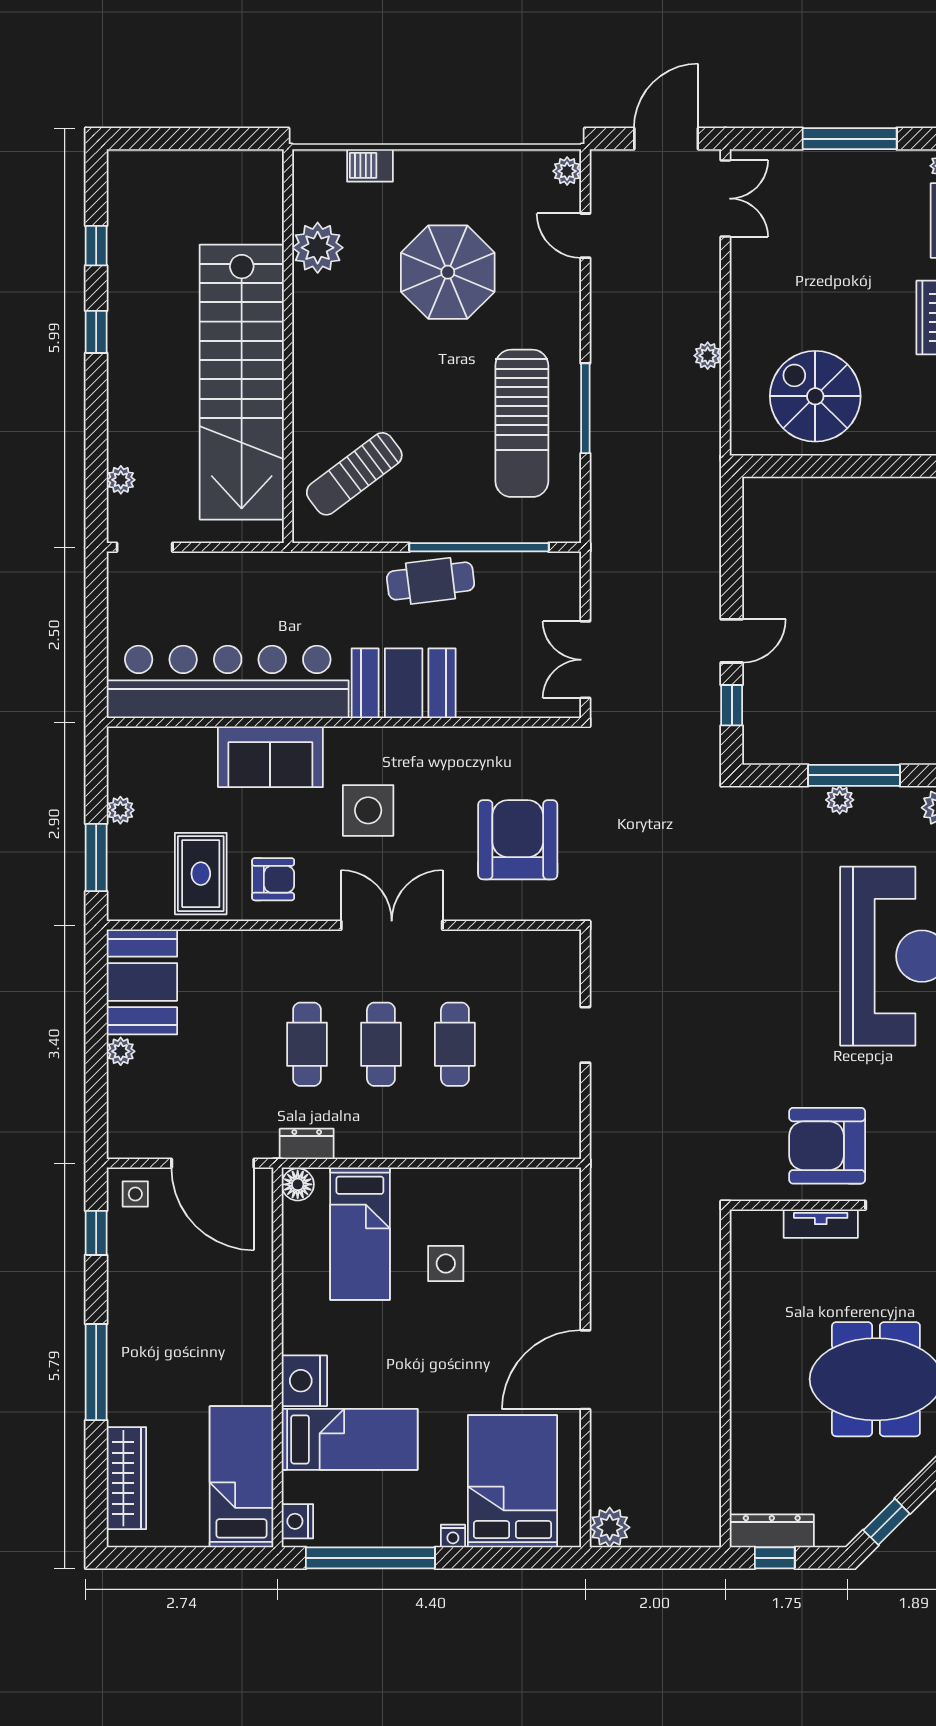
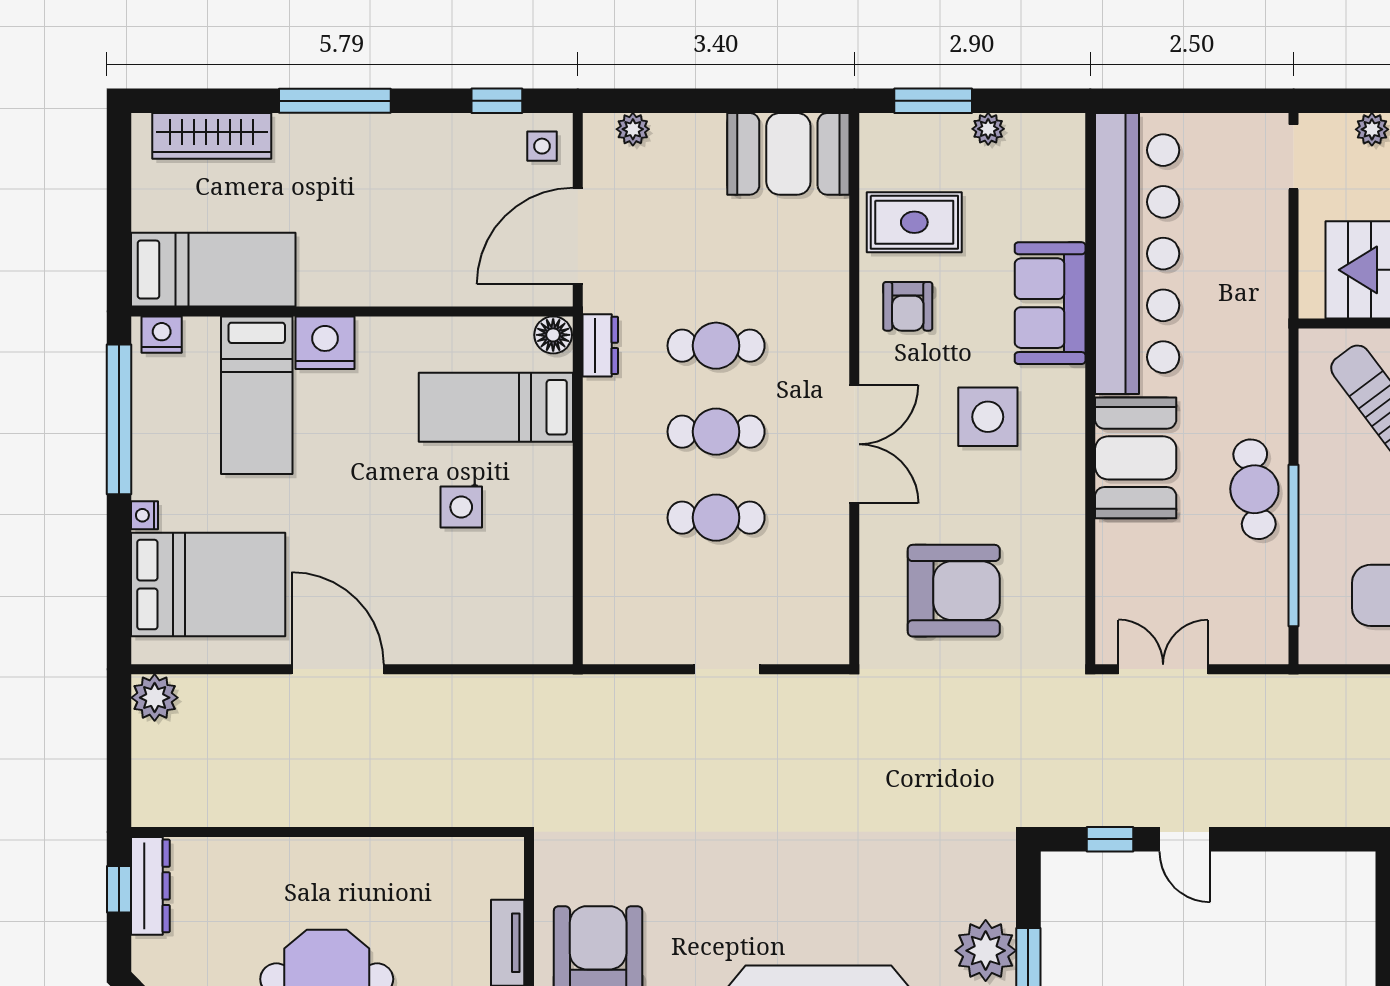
plant: (840, 800) -> (986, 951), width x1.87, depth x1.87
plant: (121, 1051) -> (633, 129), moved

